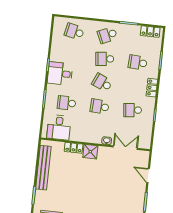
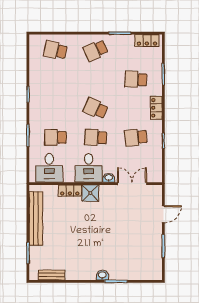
school desk: (105, 59) -> (96, 79), removed
desk: (60, 74) -> (89, 168), moved, turned -90
door: (148, 175) -> (163, 214), swing flipped

